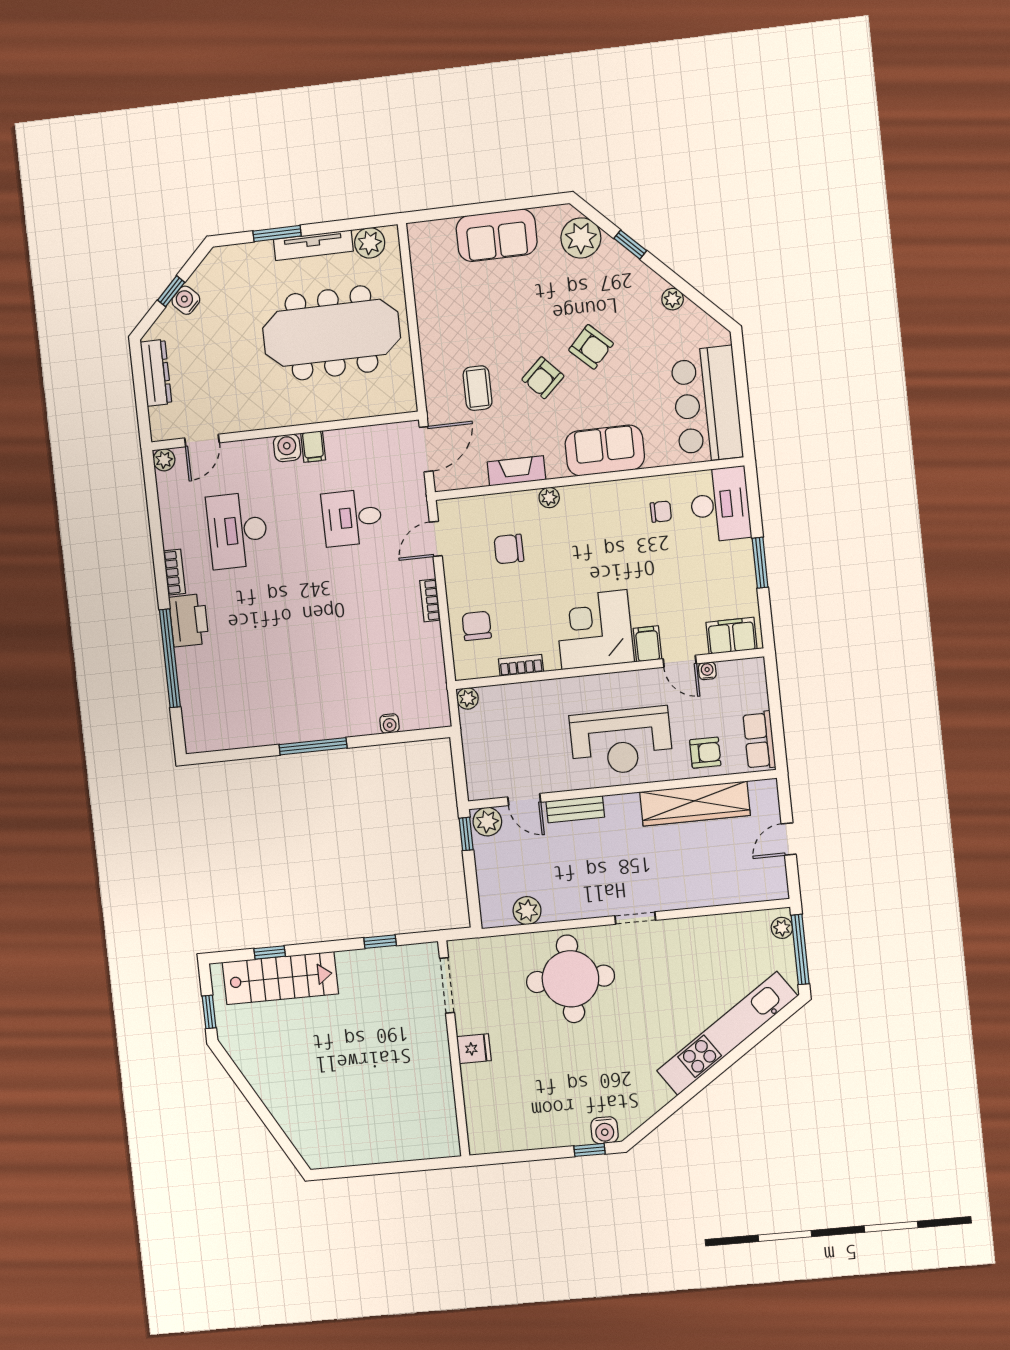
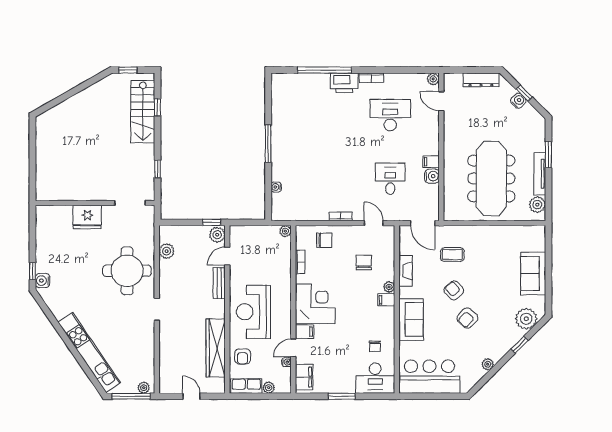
water cooler: (287, 448) -> (432, 176), moved
filing cabinet: (573, 500) -> (386, 300), added
plant: (758, 699) -> (269, 388), added
fridge: (474, 1049) -> (87, 217), width x1.88, depth x1.34

